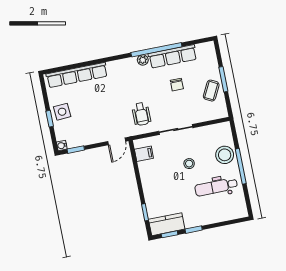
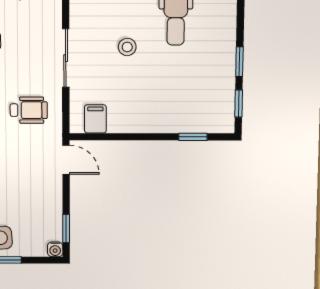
kitchen counter: (167, 224) -> (221, 105), removed

